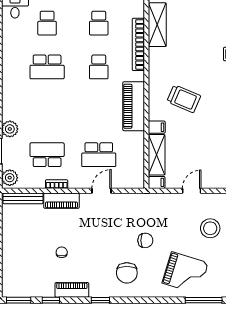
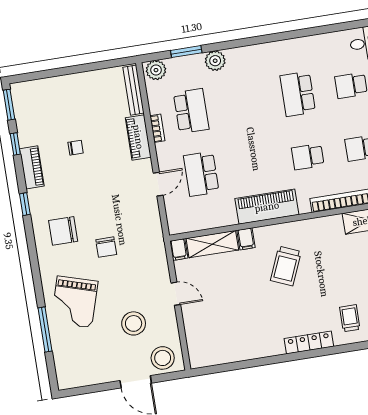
door: (101, 191) -> (158, 184), hinge flipped

